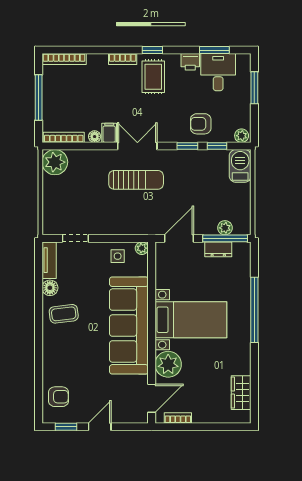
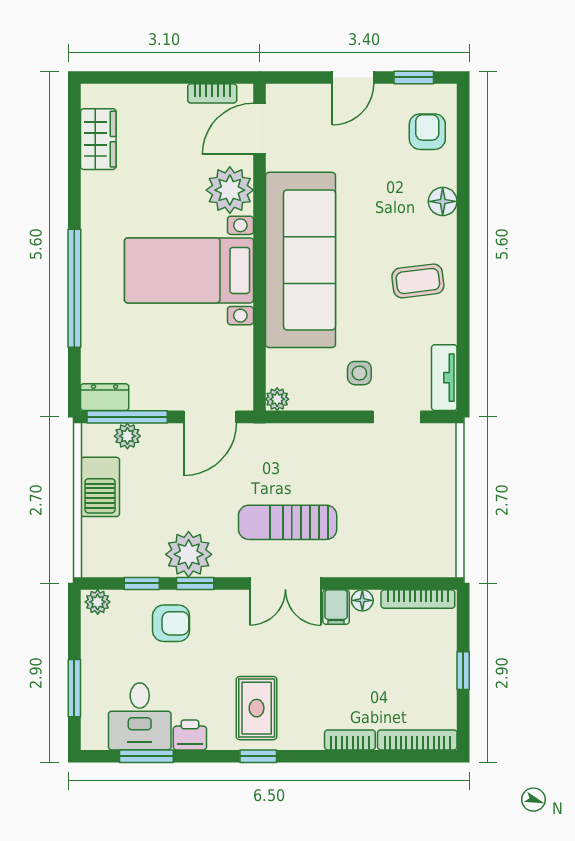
bookcase: (123, 59) -> (350, 740), moved
window: (39, 98) -> (463, 671), width x0.46
plant: (55, 162) -> (189, 554), moved
barbecue: (240, 166) -> (100, 487), moved
dresser: (218, 249) -> (105, 397), moved
side table: (118, 256) -> (359, 373), moved
floor lamp: (50, 288) -> (443, 201), moved
armchair: (58, 397) -> (427, 132), turned 90

